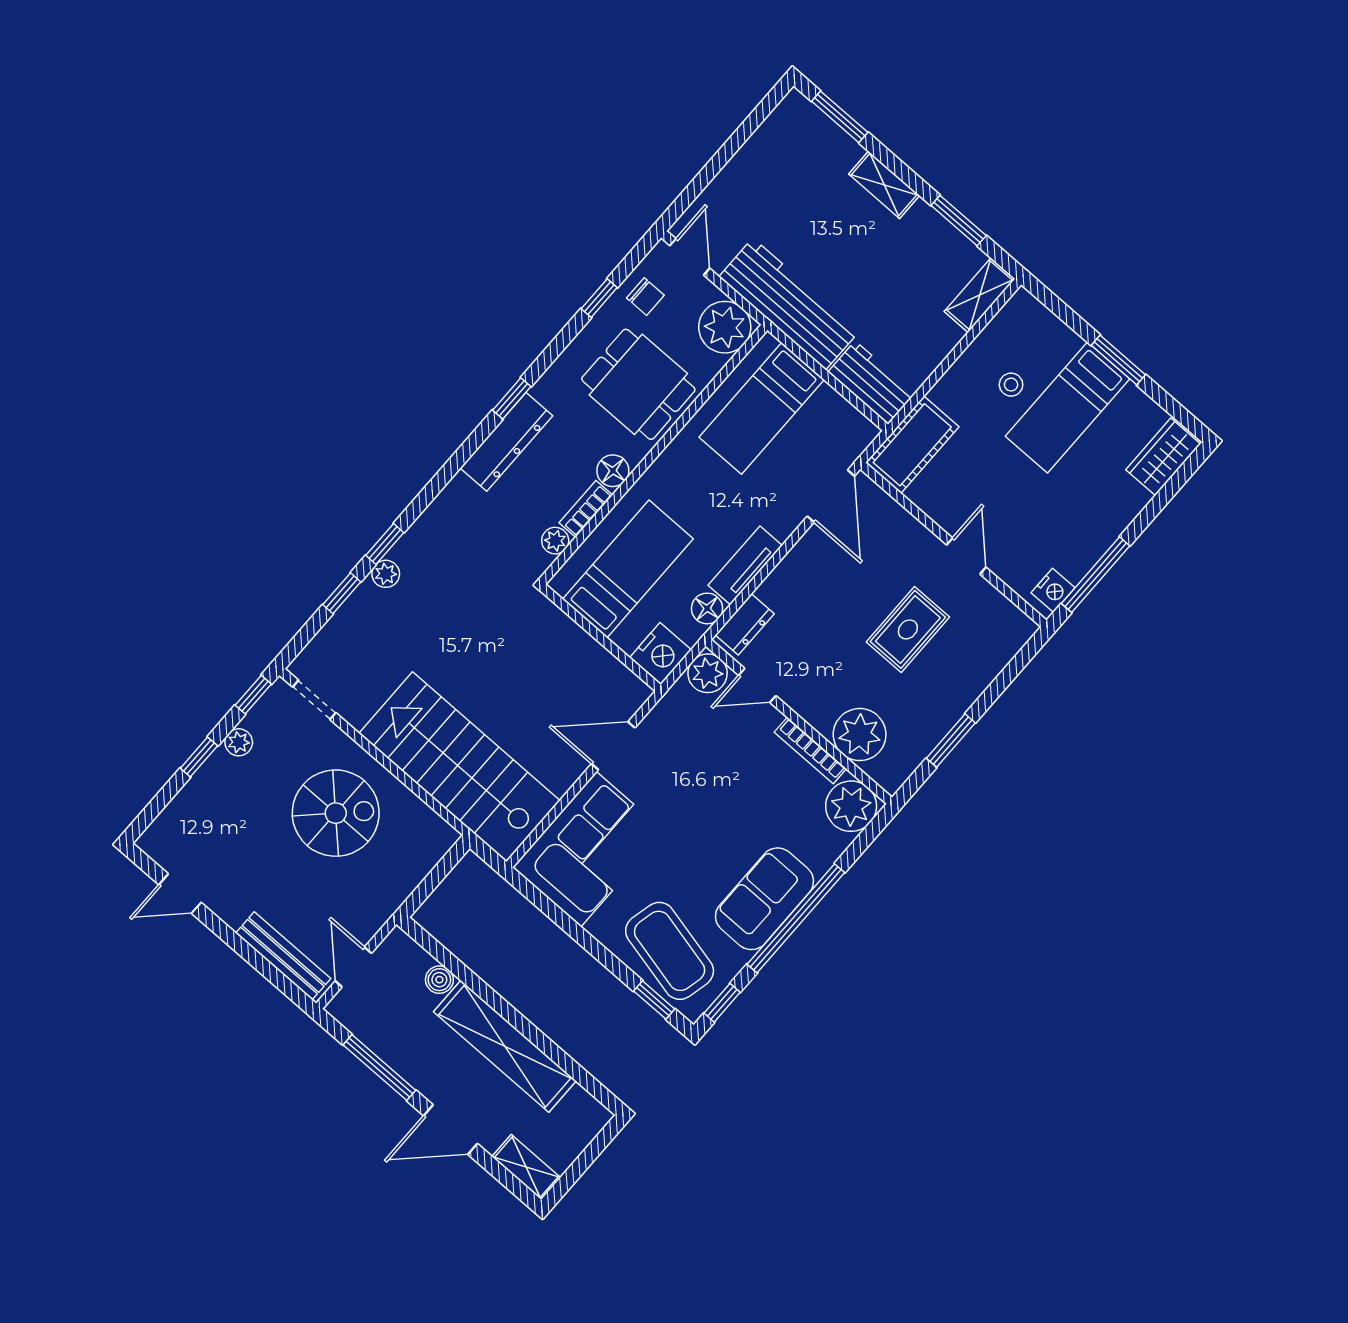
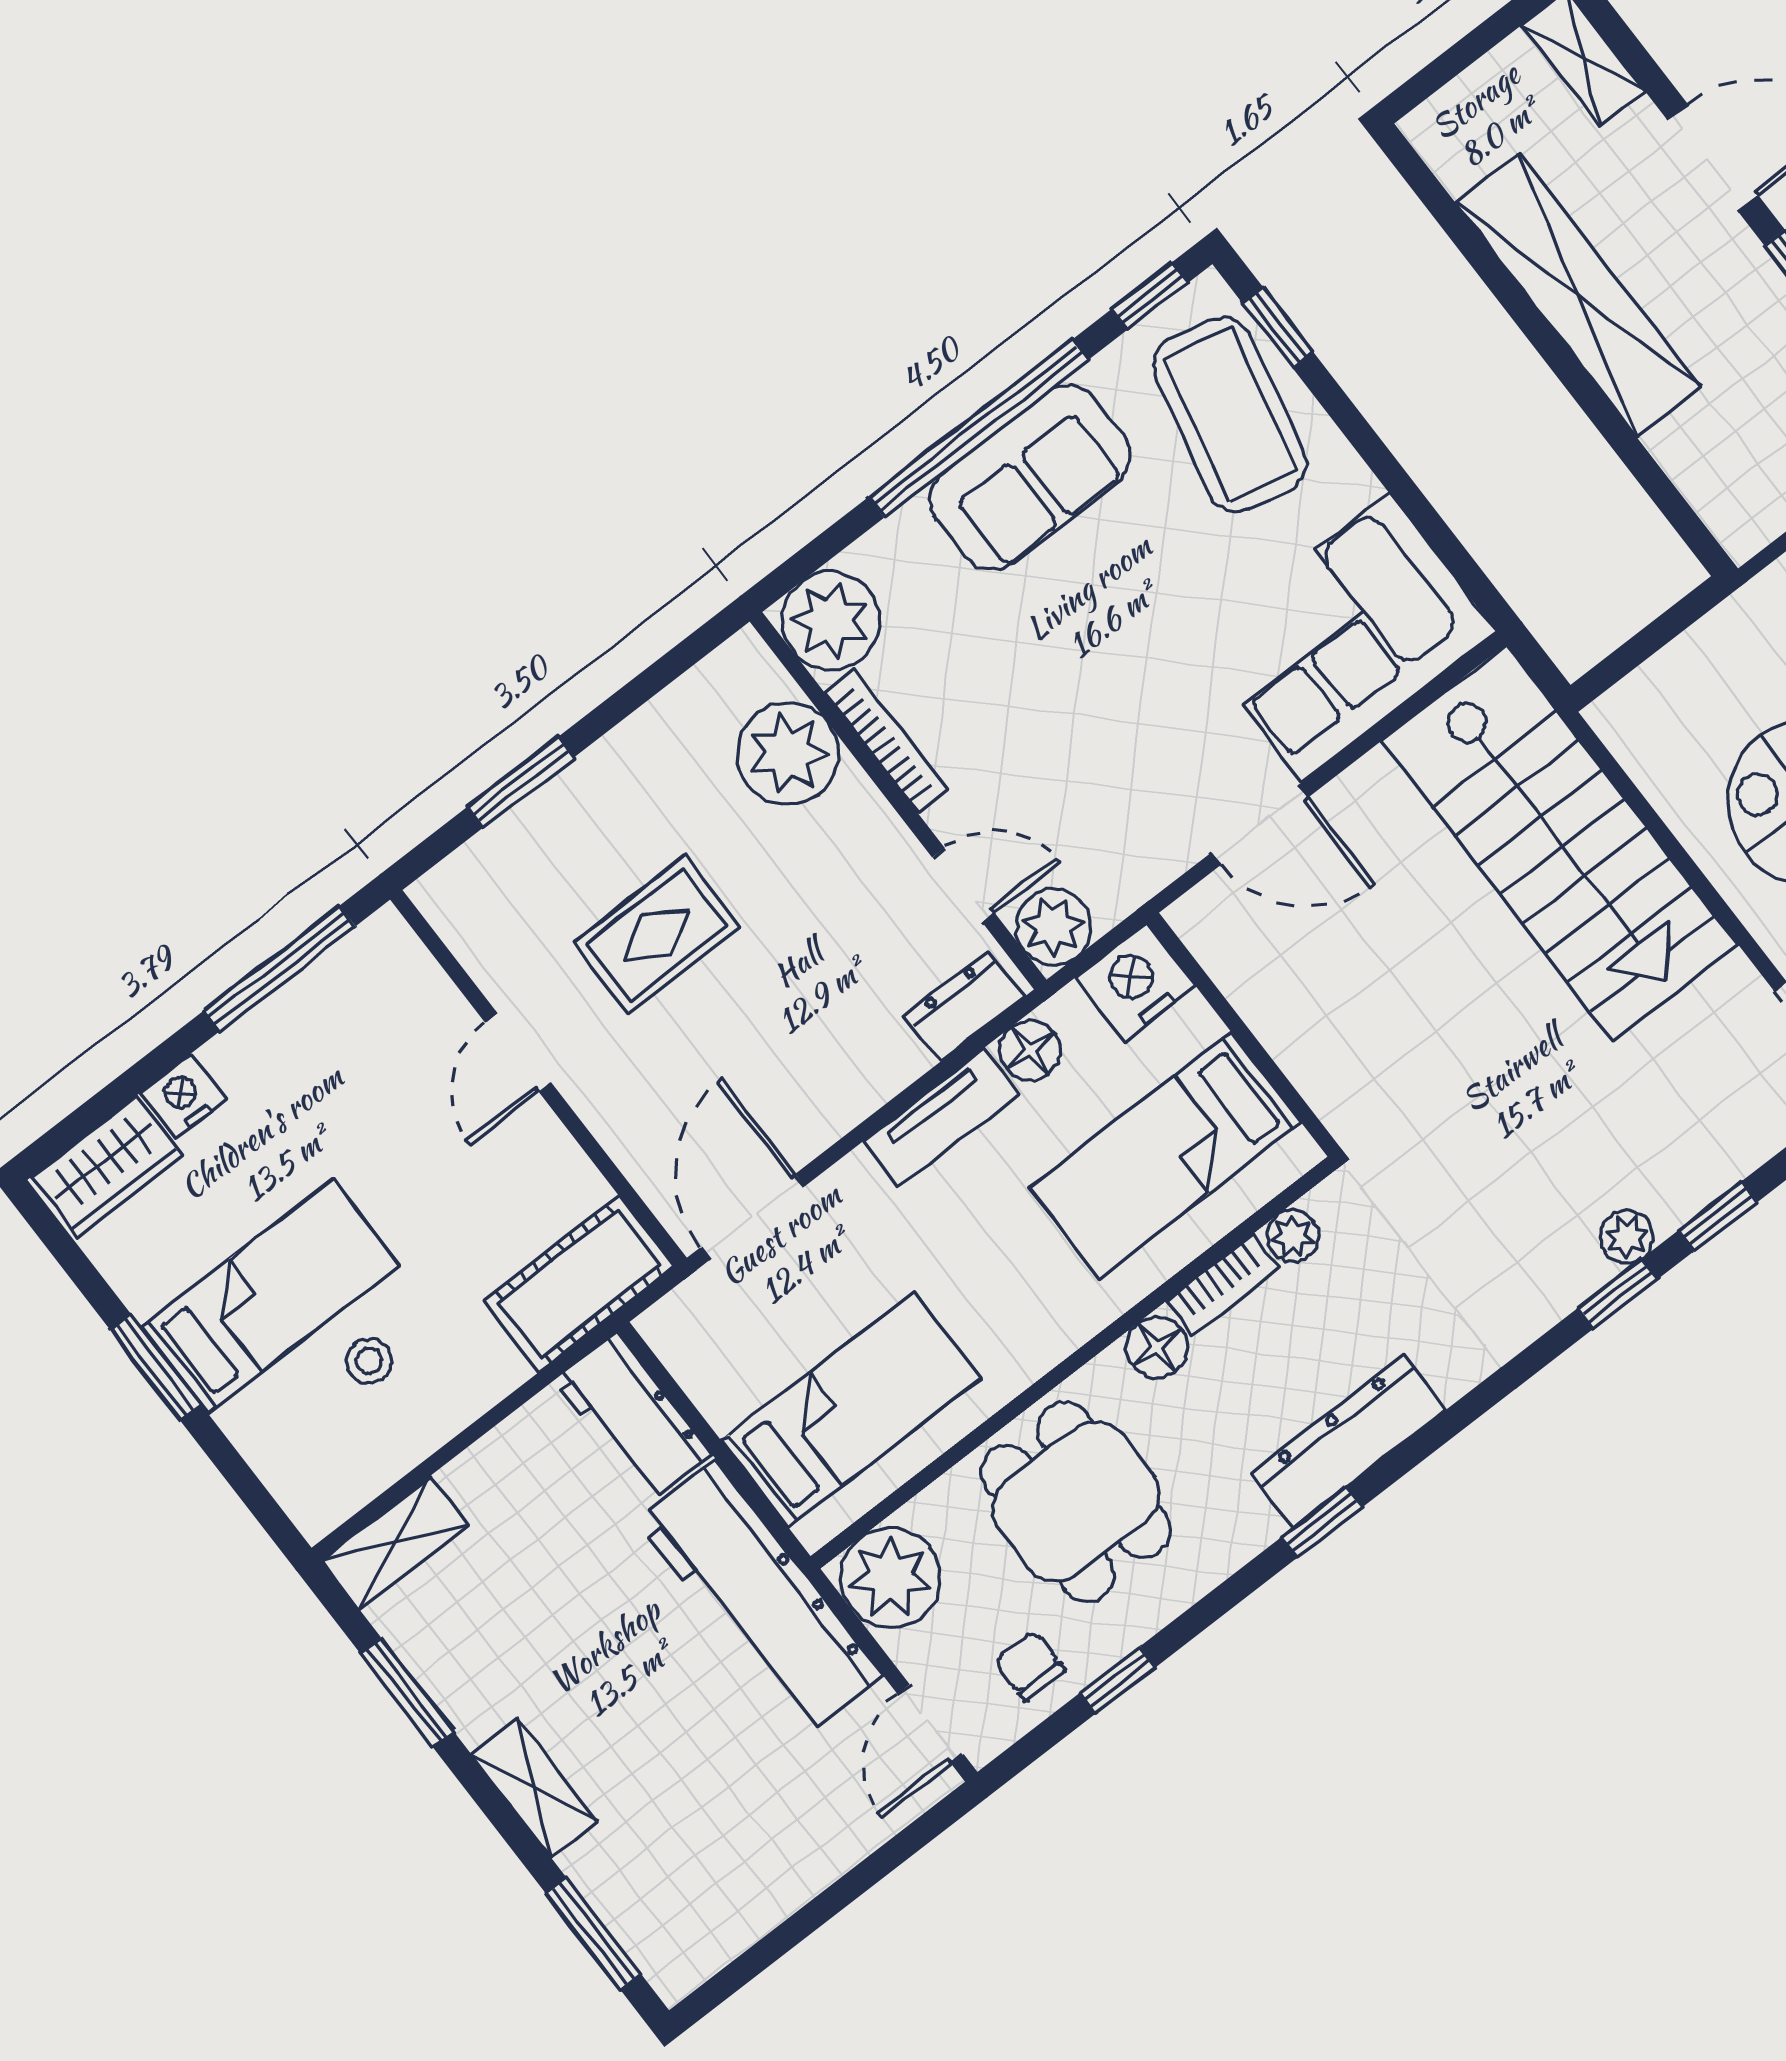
nightstand: (1053, 590) -> (183, 1096), moved
window: (951, 741) -> (521, 782), moved
boiler: (439, 980) -> (1677, 446), removed

